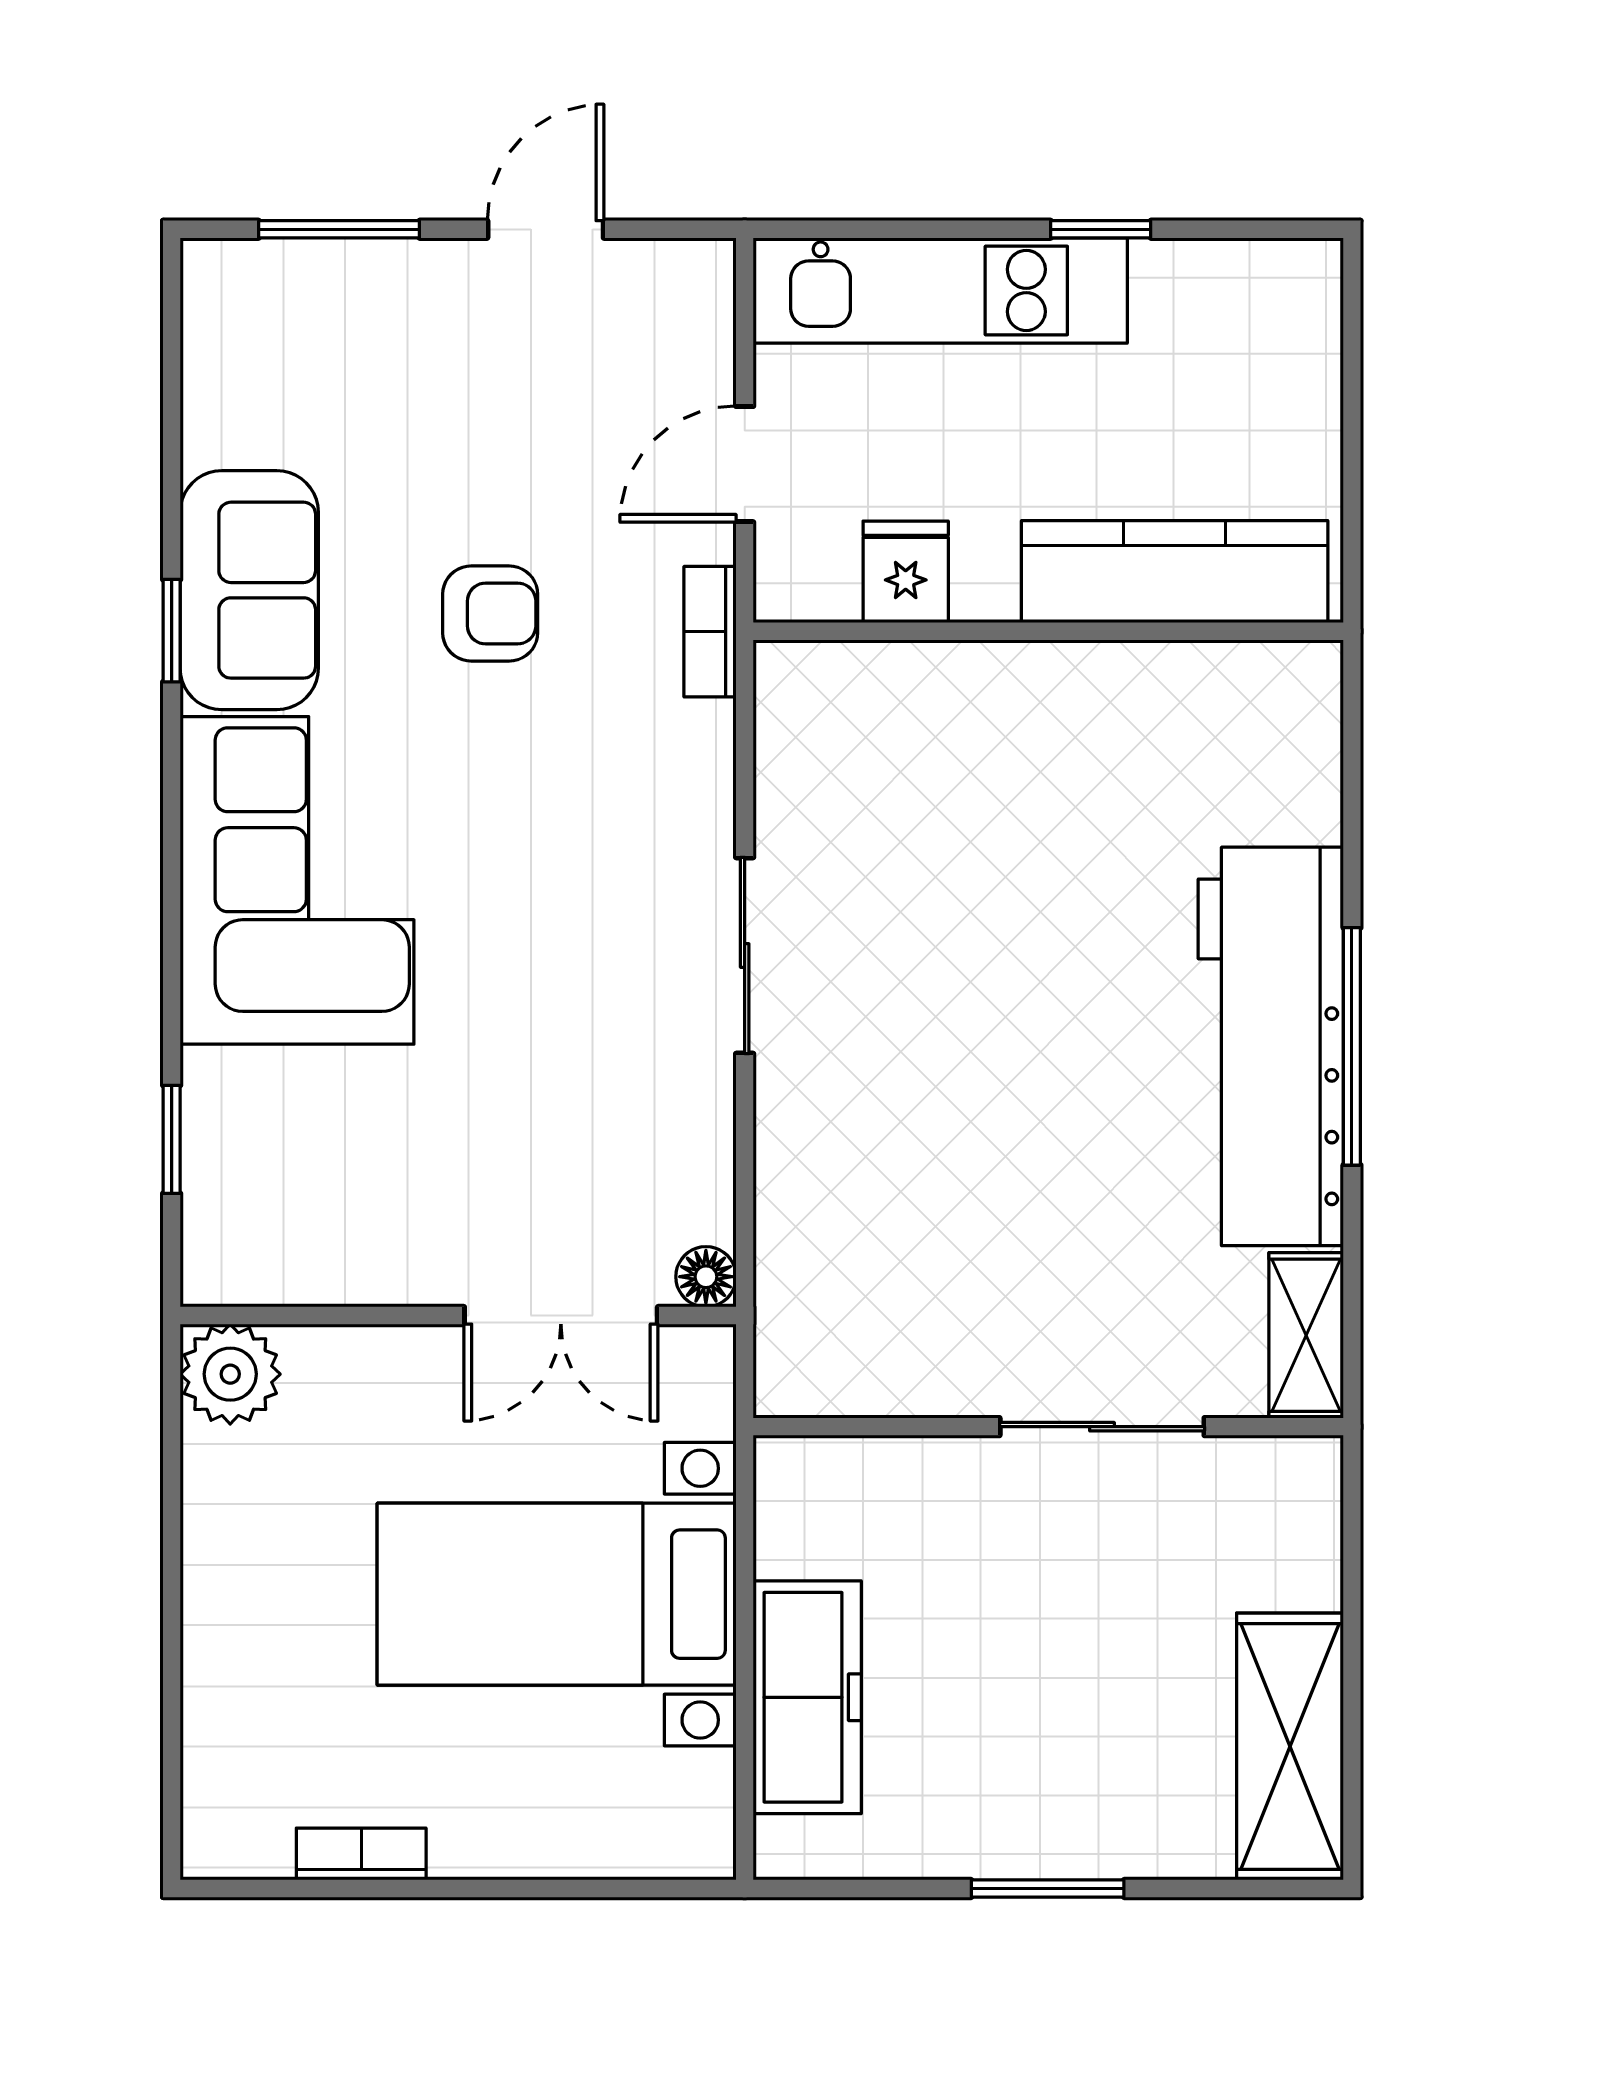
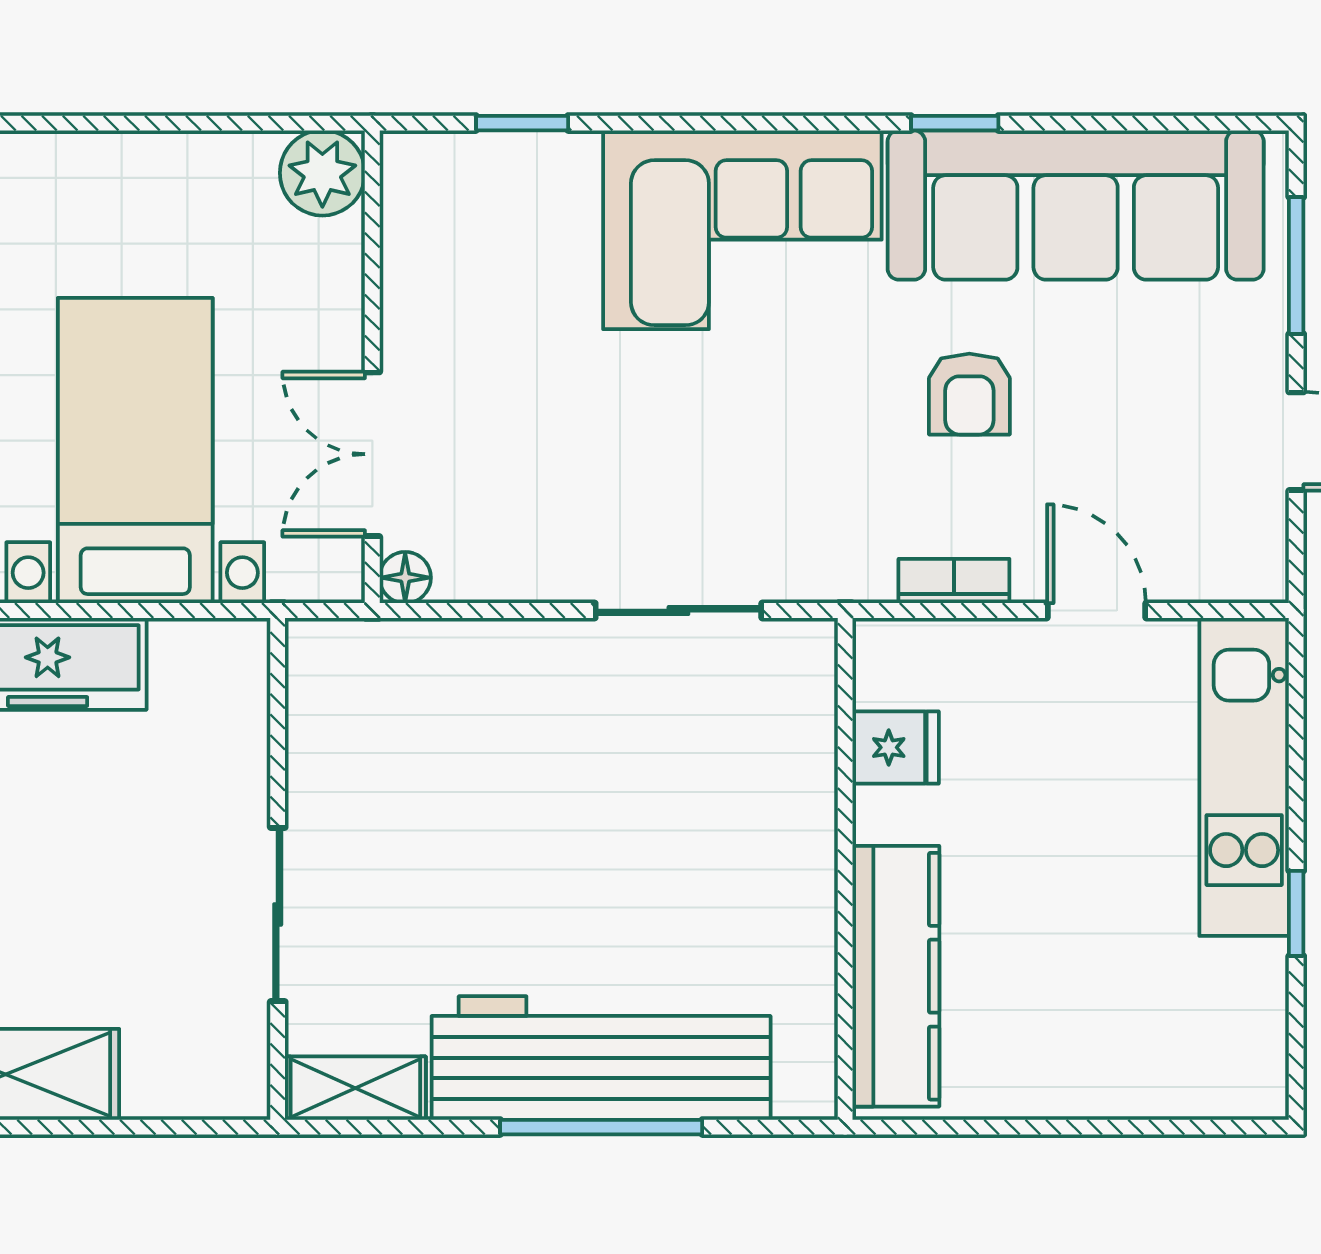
fridge: (906, 572) -> (896, 747), moved
kitchen counter: (1175, 572) -> (896, 976), moved
sofa: (249, 590) -> (1076, 205), width x1.85, depth x1.27
wall: (1048, 631) -> (845, 869), moved

